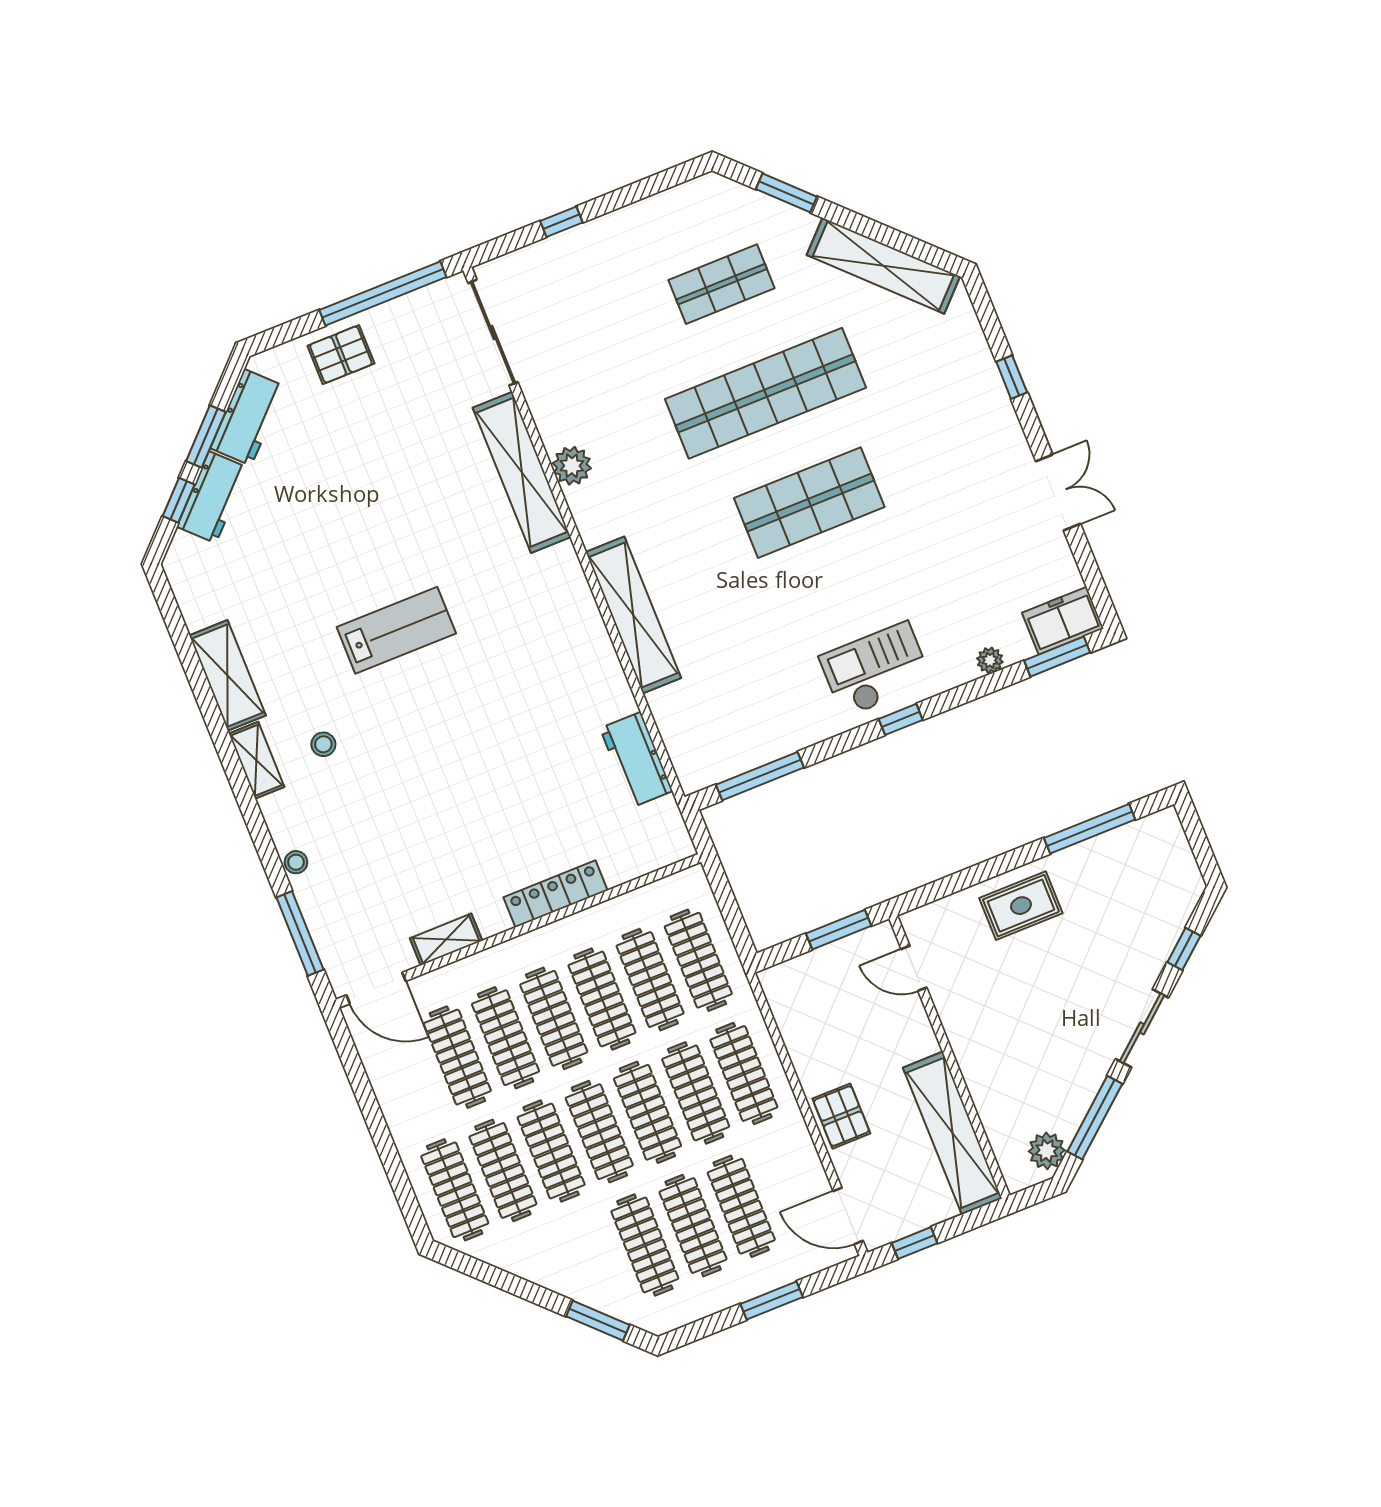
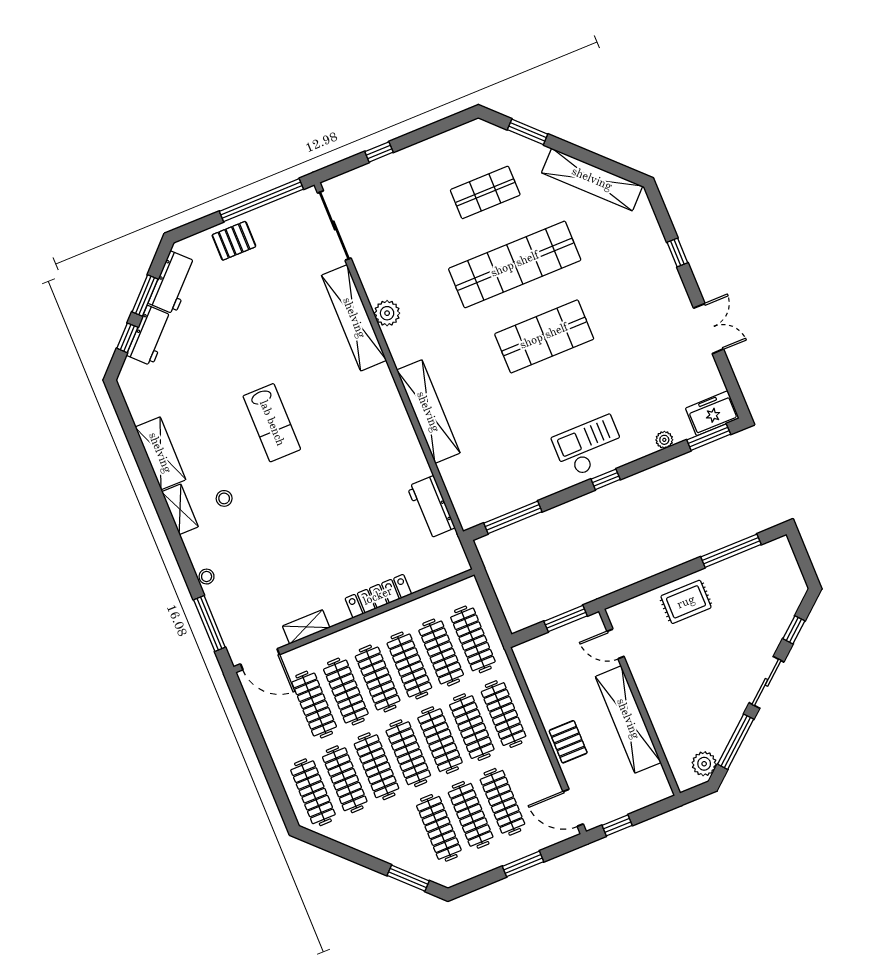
lab bench: (396, 630) -> (272, 423), turned 90
shelving: (952, 1133) -> (628, 719), moved

